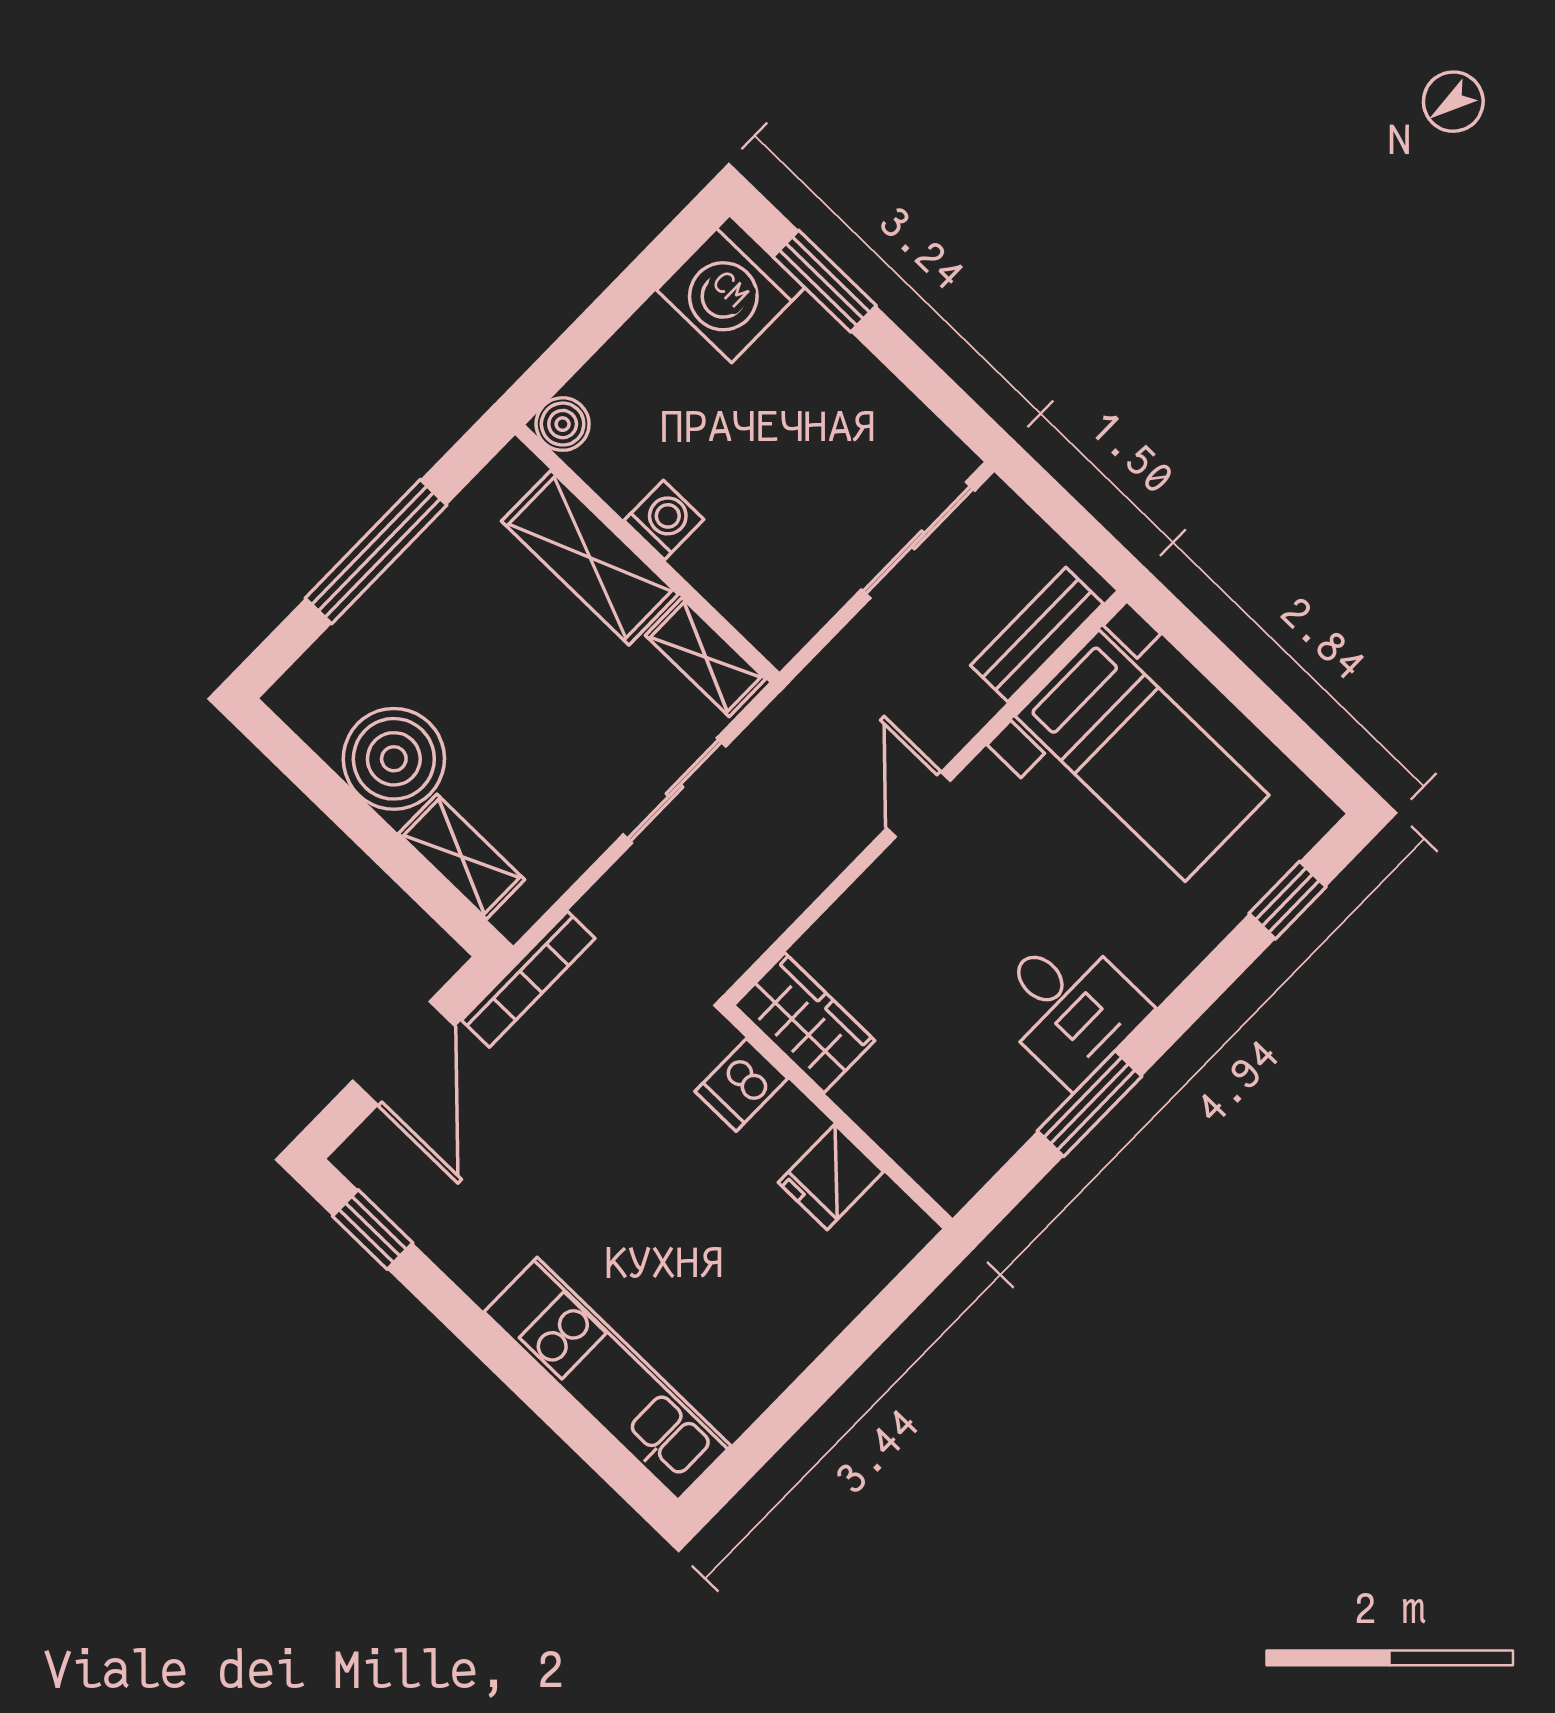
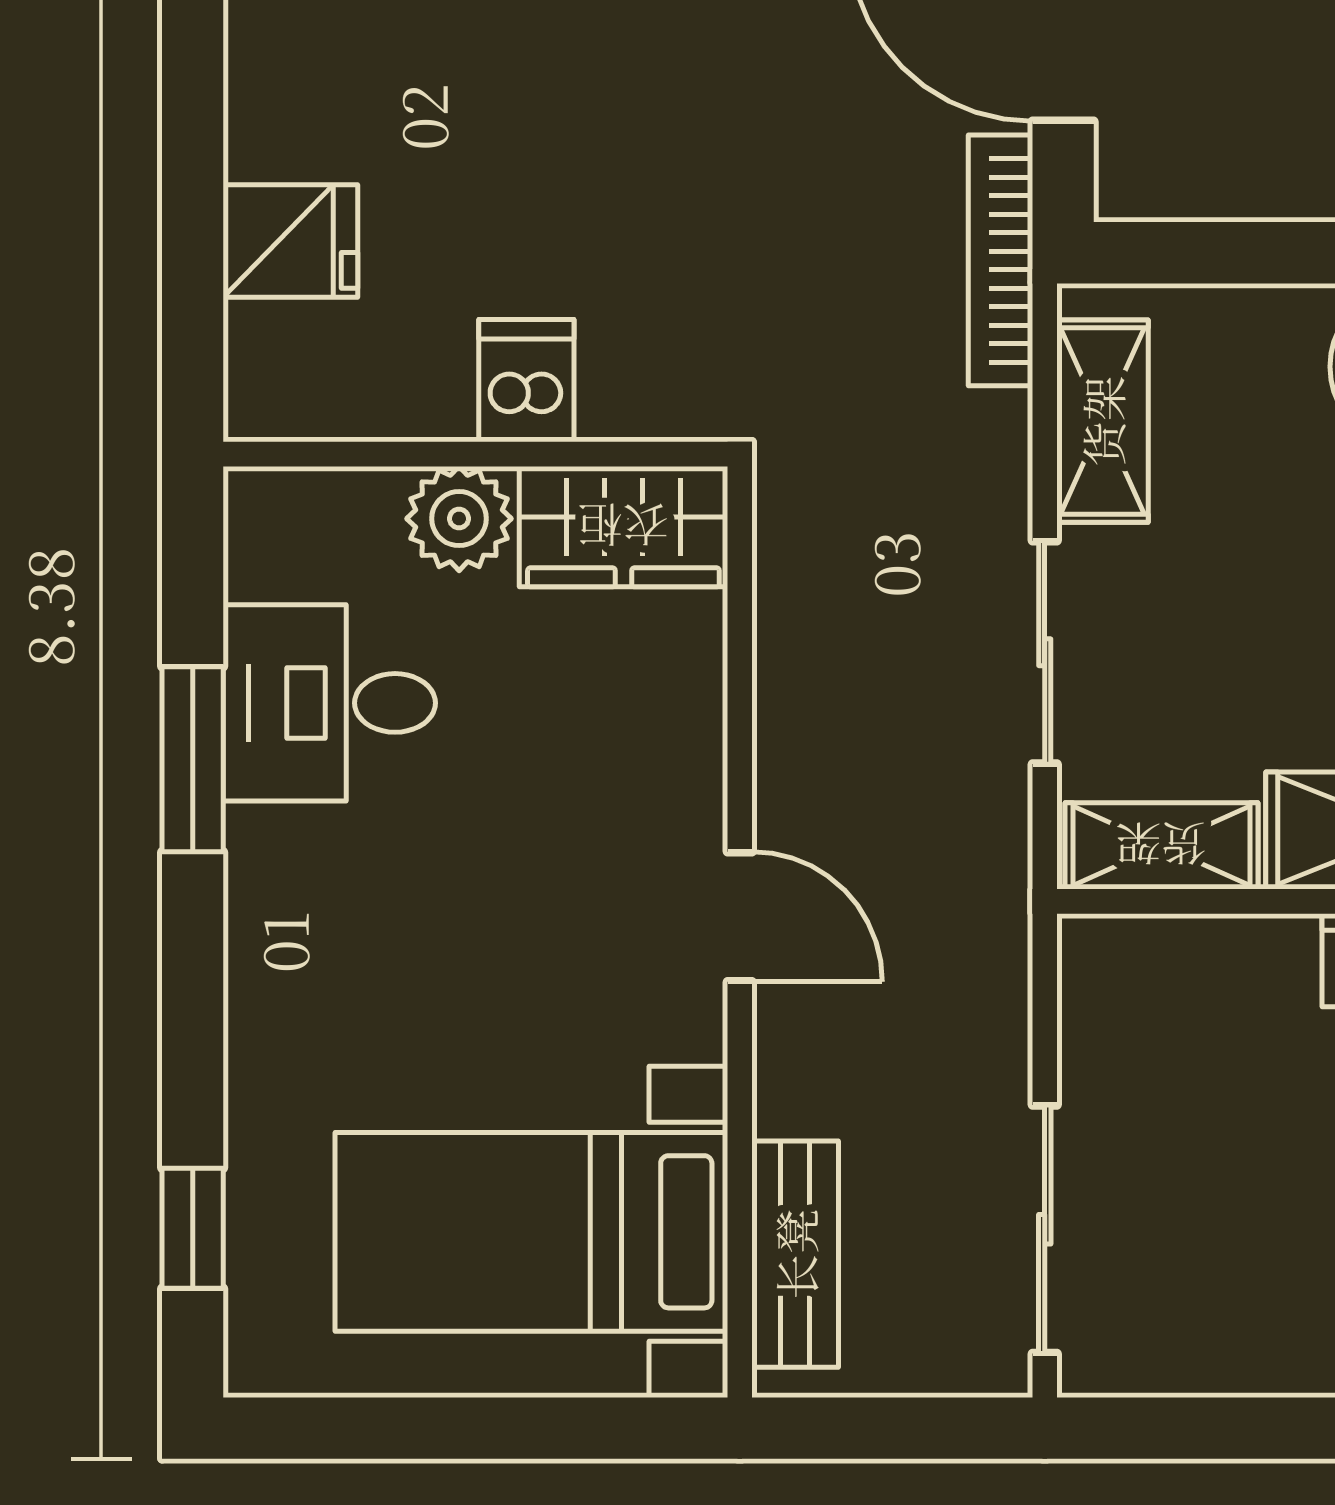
shelving: (462, 857) -> (1102, 421), moved, turned 90
desk: (1069, 1006) -> (329, 703), moved
dishwasher: (741, 1085) -> (526, 381), moved
plant: (872, 1096) -> (459, 519), added
fridge: (831, 1177) -> (290, 241), moved, turned 90

